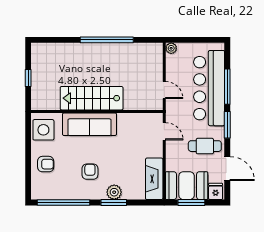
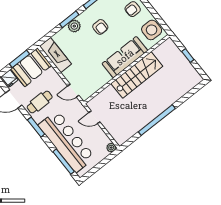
window: (227, 87) -> (64, 162), moved

